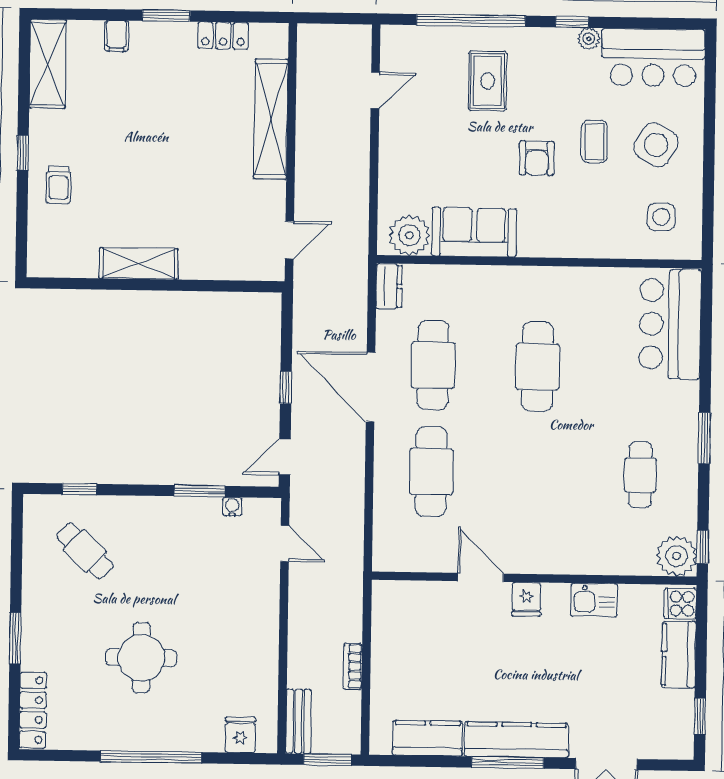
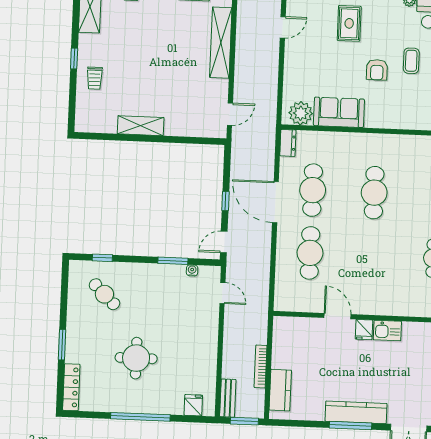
kitchen sink: (594, 600) -> (387, 331), moved
bookcase: (353, 666) -> (261, 366), width x1.56
kitchen counter: (428, 738) -> (280, 390), moved, turned 90

